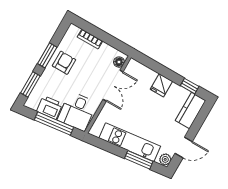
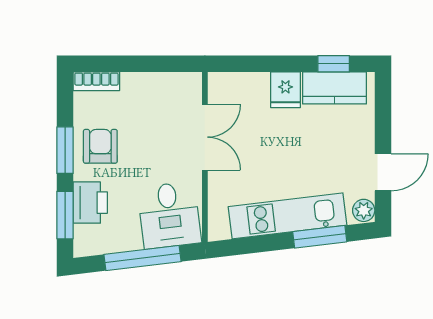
bookcase: (90, 39) -> (96, 81), moved
floor lamp: (119, 62) -> (192, 92), removed
printer: (50, 108) -> (90, 203), moved, turned 97
kitchen counter: (191, 111) -> (334, 88), moved, turned -90

